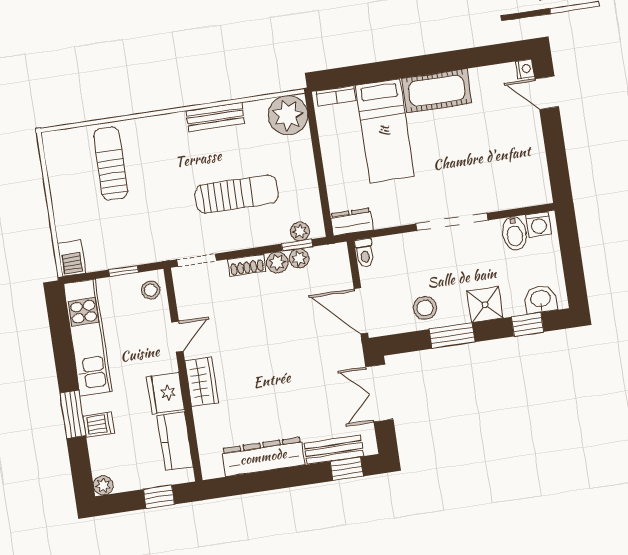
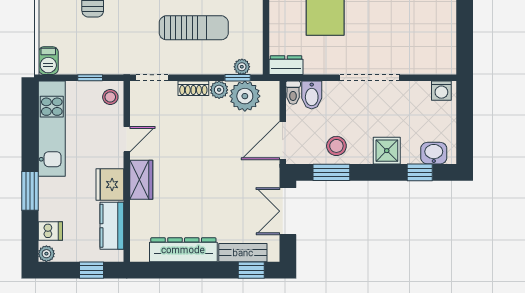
bidet: (515, 233) -> (312, 95), moved
plant: (299, 258) -> (245, 96), width x1.88, depth x1.88
door: (361, 311) -> (283, 141), hinge flipped
window: (452, 336) -> (331, 172), moved
dishwasher: (99, 424) -> (50, 231), moved

